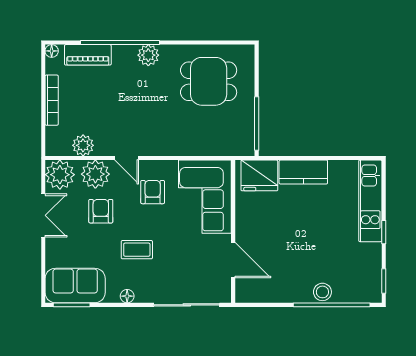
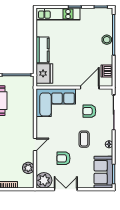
plant: (95, 174) -> (44, 161), removed
armchair: (153, 192) -> (89, 111), moved
dishwasher: (264, 292) -> (107, 71), added

